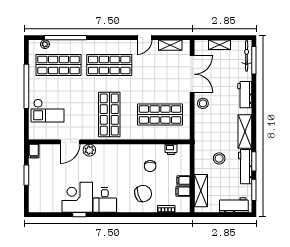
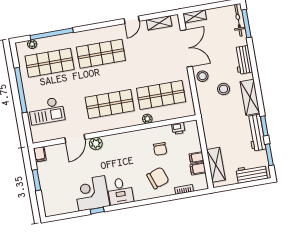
shelving: (220, 45) -> (195, 16), moved
shop shelf: (109, 114) -> (110, 104), turned 90
plant: (143, 135) -> (147, 119), added
stool: (219, 158) -> (224, 89), moved

